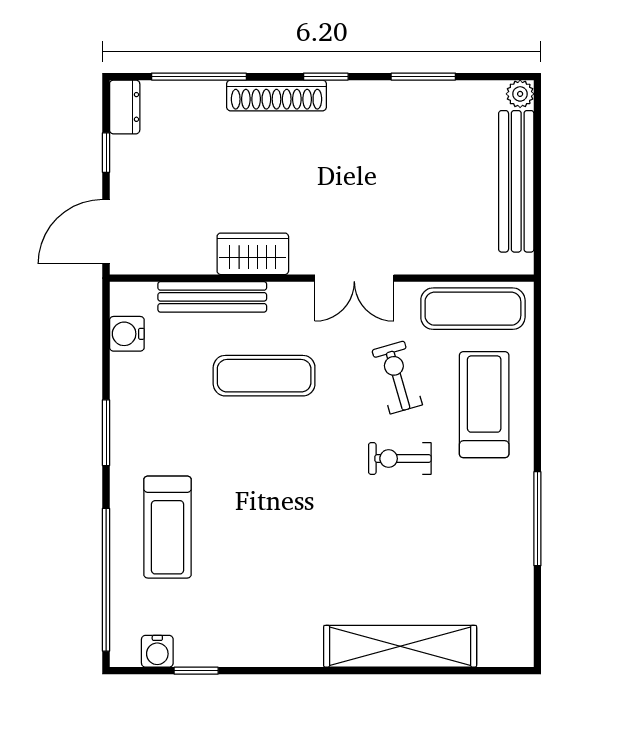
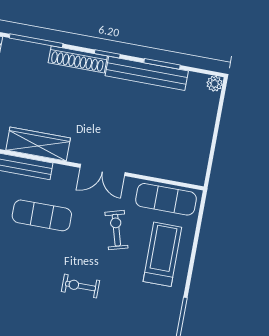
bench: (516, 181) -> (147, 73), moved, turned 90
wardrobe: (253, 254) -> (38, 144), width x1.50
exercise bike: (400, 459) -> (81, 286), moved

